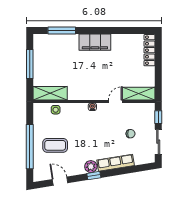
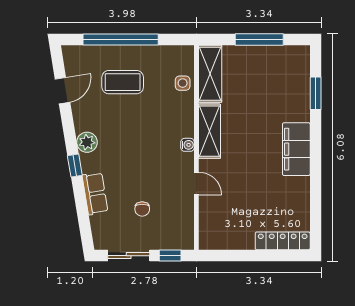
window: (62, 31) -> (316, 93), width x0.69
shelving: (139, 94) -> (210, 131), moved
coffee table: (55, 145) -> (123, 82), turned 90
row of seats: (116, 163) -> (95, 194), width x0.68
window: (94, 176) -> (75, 165), moved

